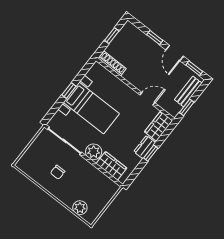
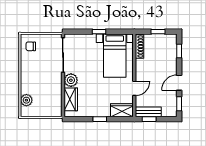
window: (155, 37) -> (179, 51), moved
bench: (188, 91) -> (148, 112), moved
door: (147, 99) -> (134, 88), hinge flipped
bed with nightstands: (91, 108) -> (115, 56), moved
dresser: (145, 147) -> (101, 112), removed
chair: (58, 172) -> (31, 46), moved

